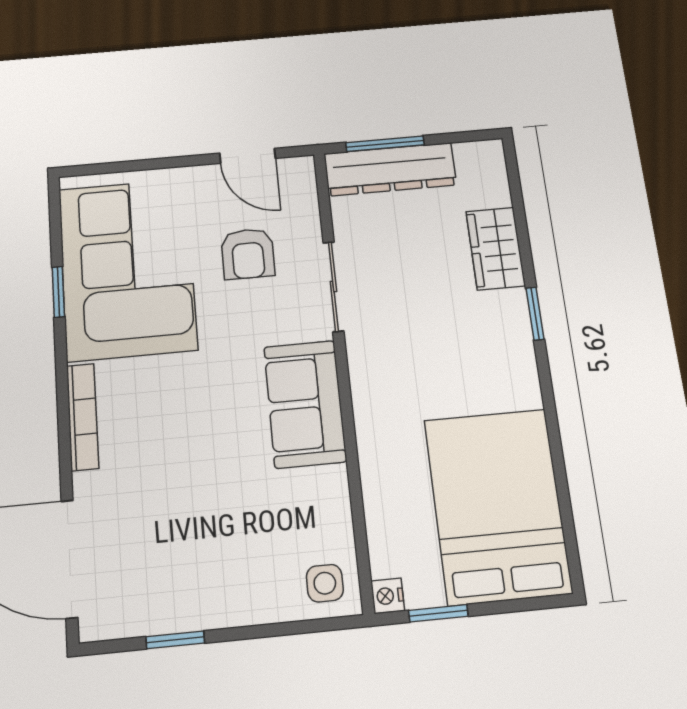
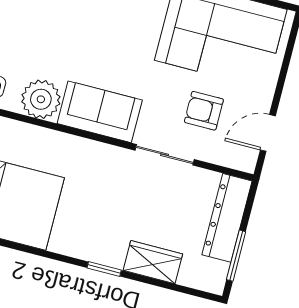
window: (385, 144) -> (236, 256), moved
plant: (319, 501) -> (41, 99), added

